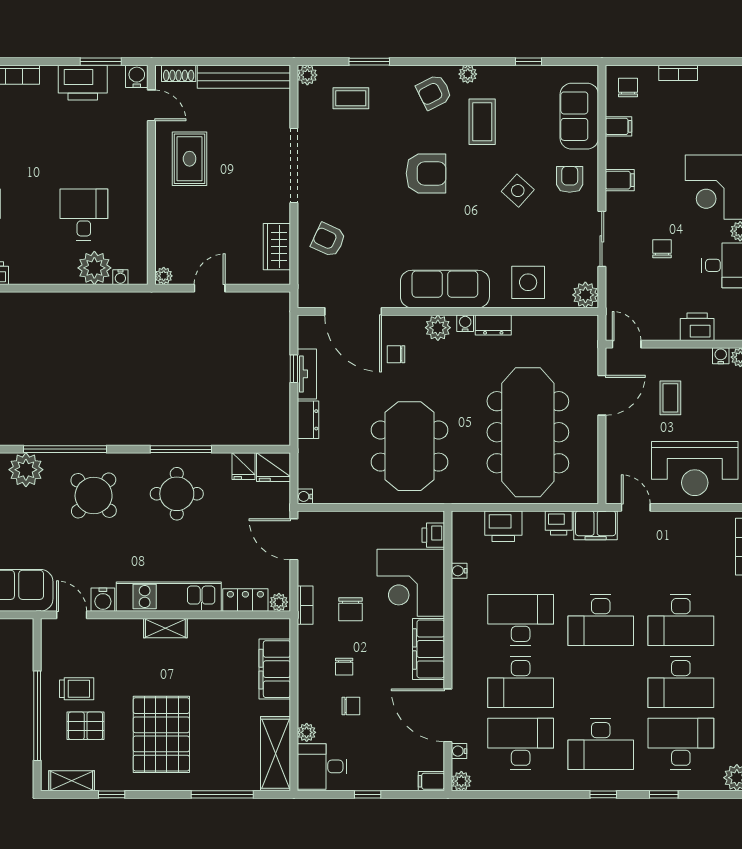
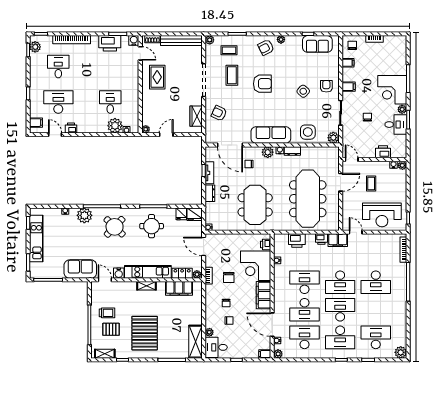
sofa: (579, 116) -> (317, 44), moved, turned -90
coffee table: (482, 122) -> (232, 75), moved
filing cabinet: (275, 669) -> (179, 288), moved, turned -90
desk: (681, 682) -> (340, 310), moved, turned 180

